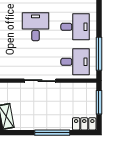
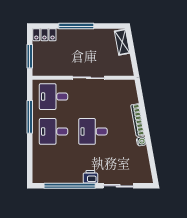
desk: (36, 27) -> (93, 131), turned 90
window: (99, 54) -> (30, 117), moved

